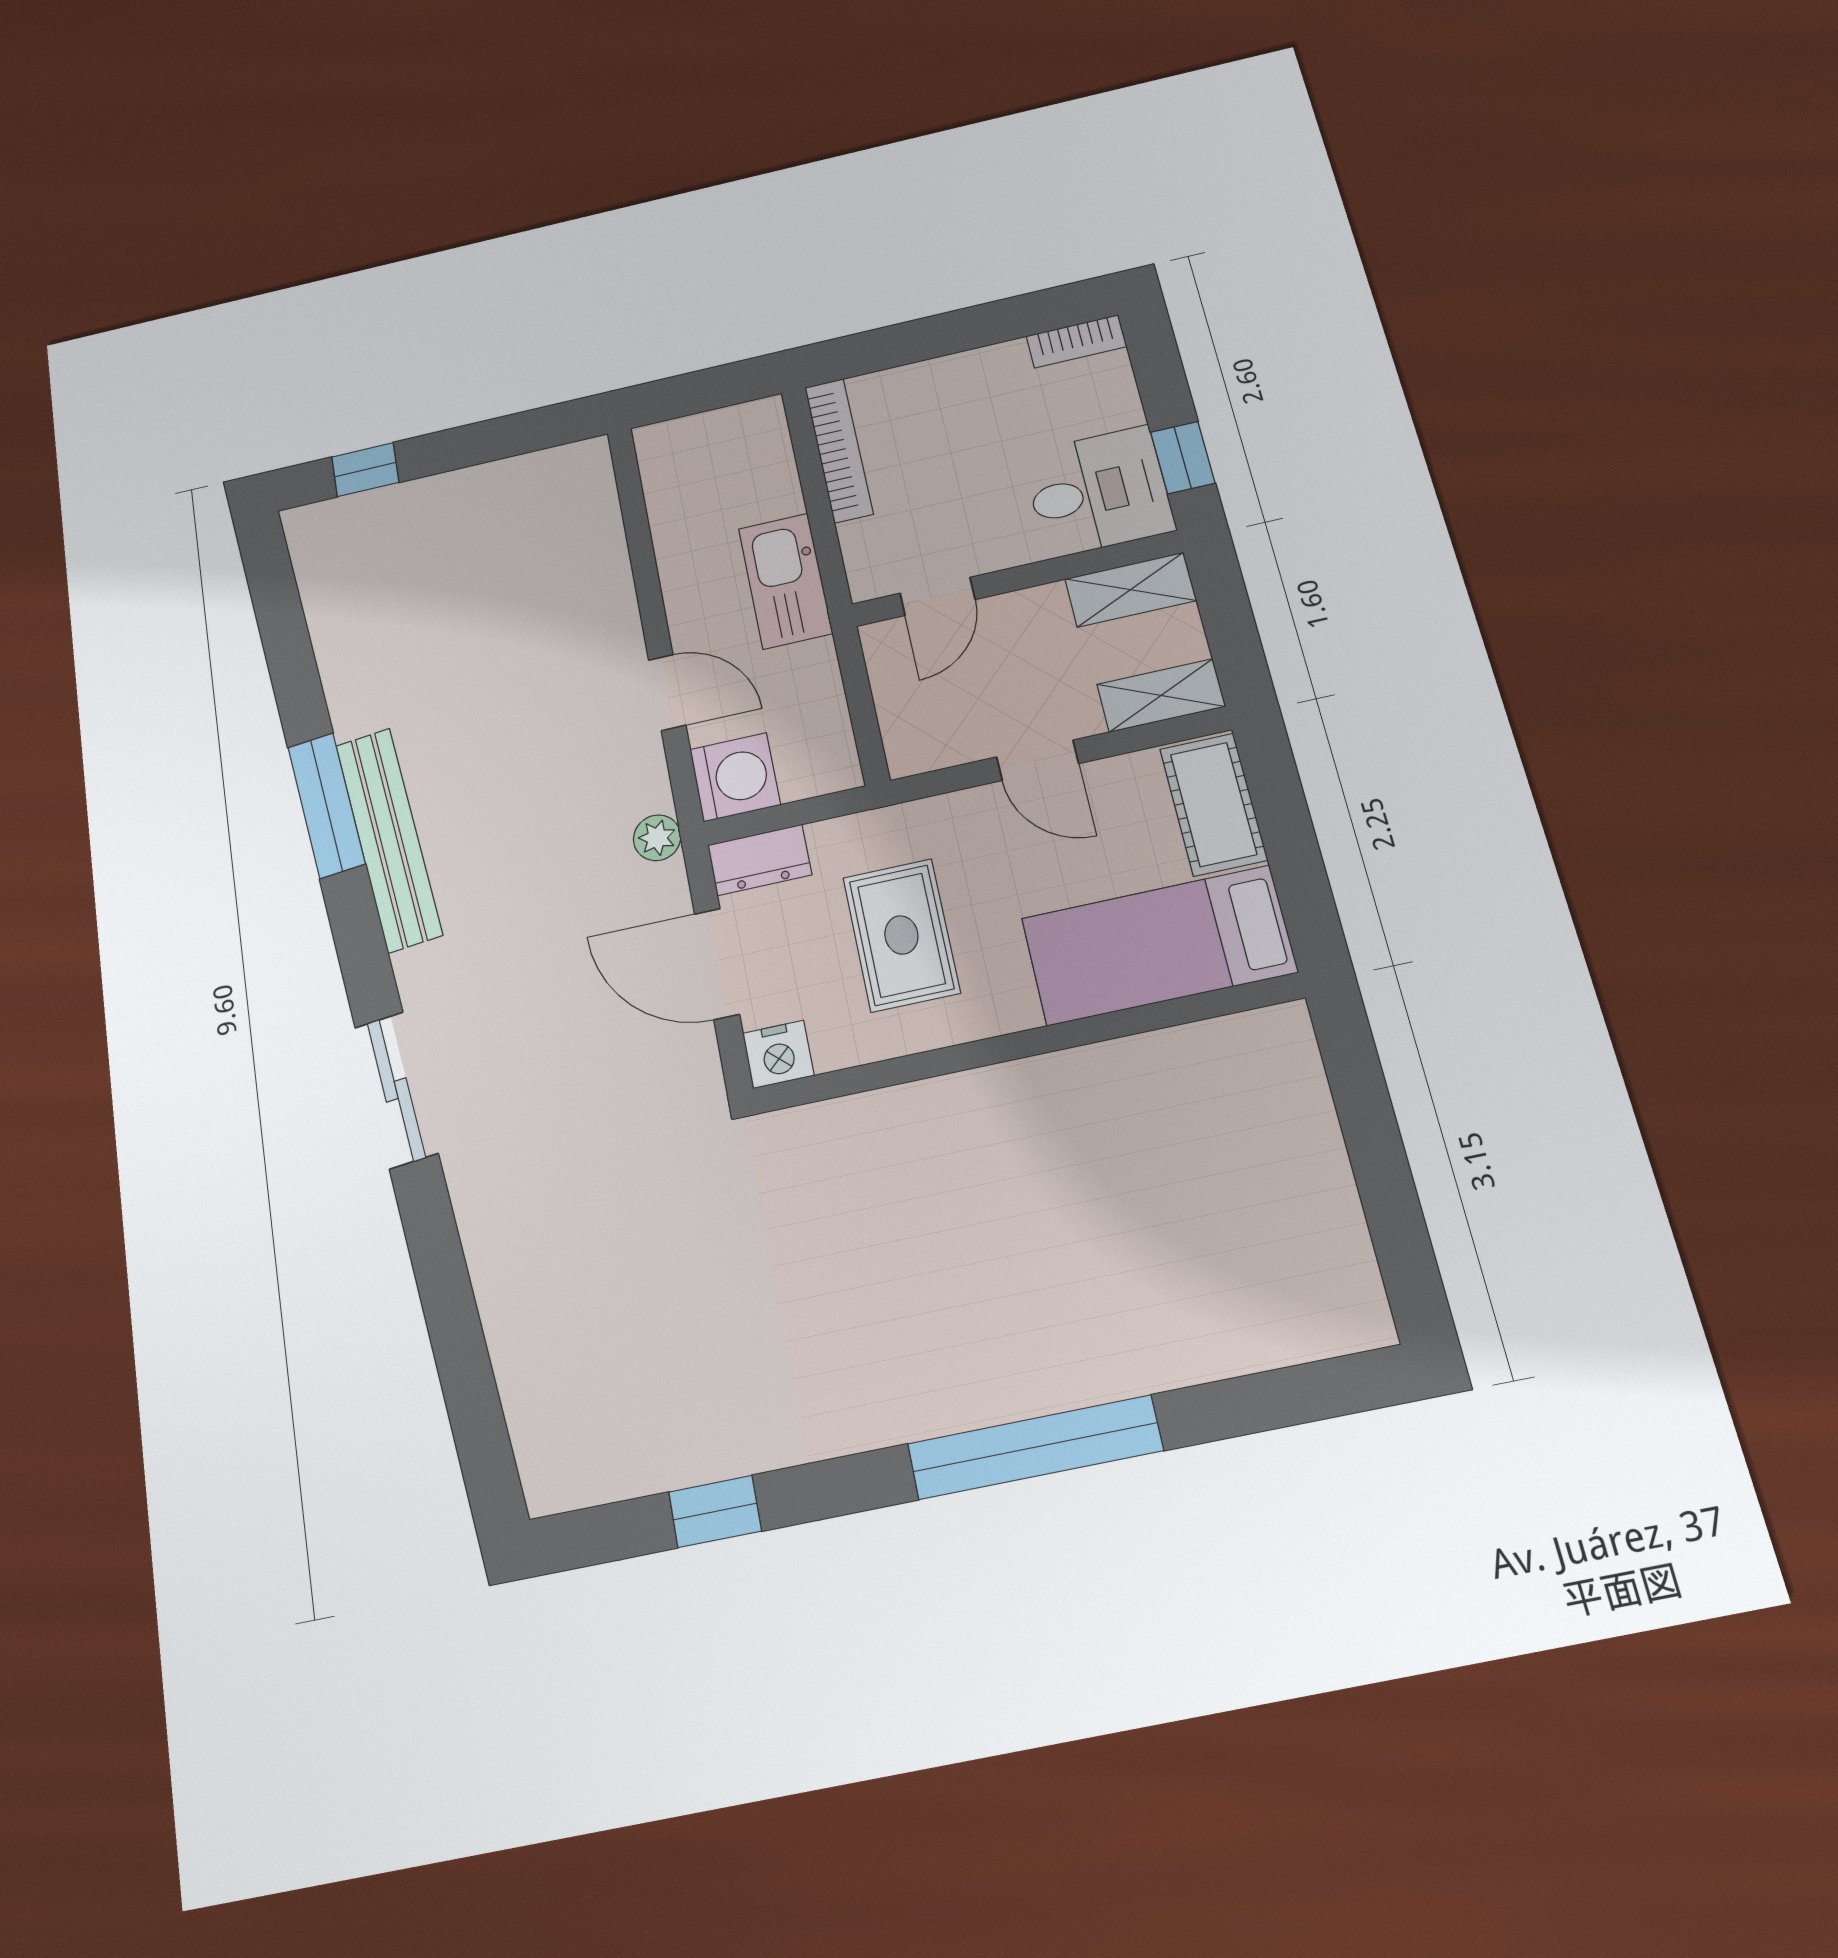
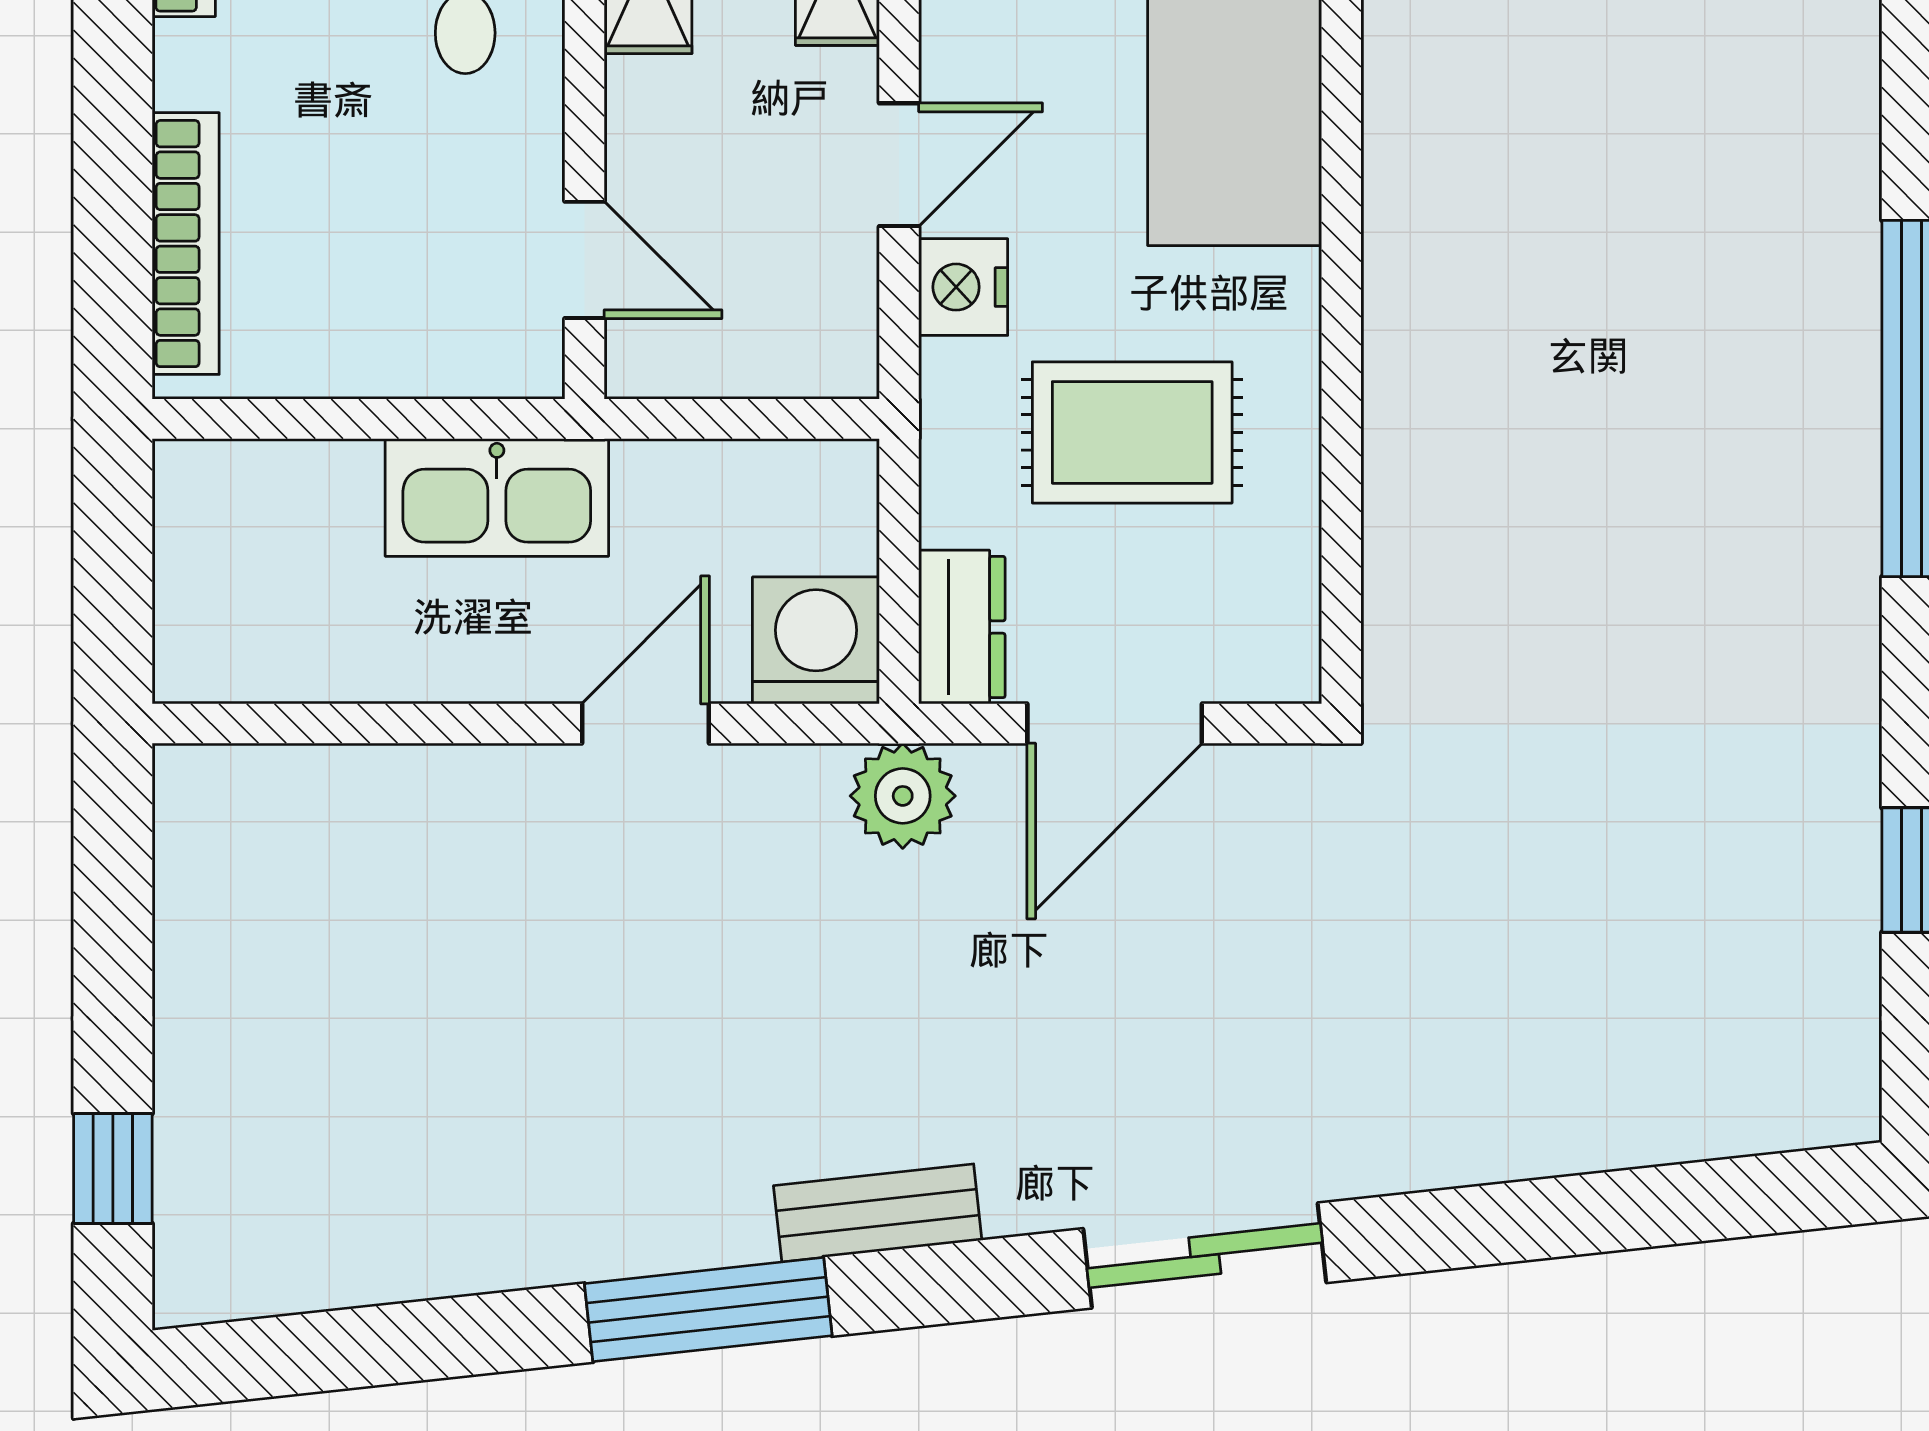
bookcase: (839, 450) -> (186, 244), moved, turned 90
plant: (657, 838) -> (903, 796), width x1.38, depth x1.38
bench: (389, 839) -> (878, 1213), width x0.54, depth x0.82
nightstand: (778, 1054) -> (963, 287), moved, turned 180

